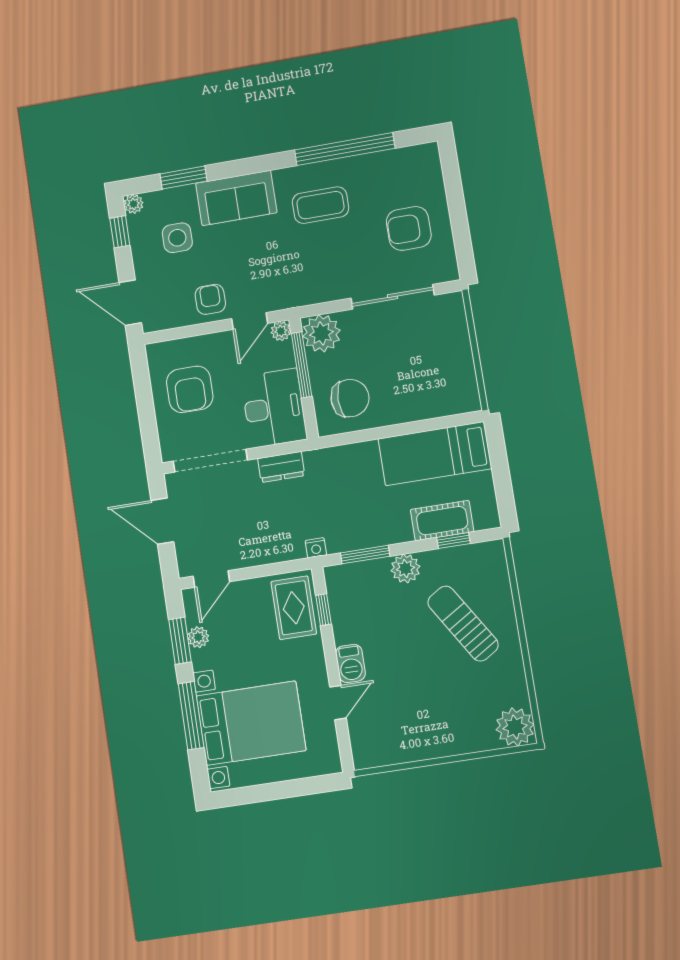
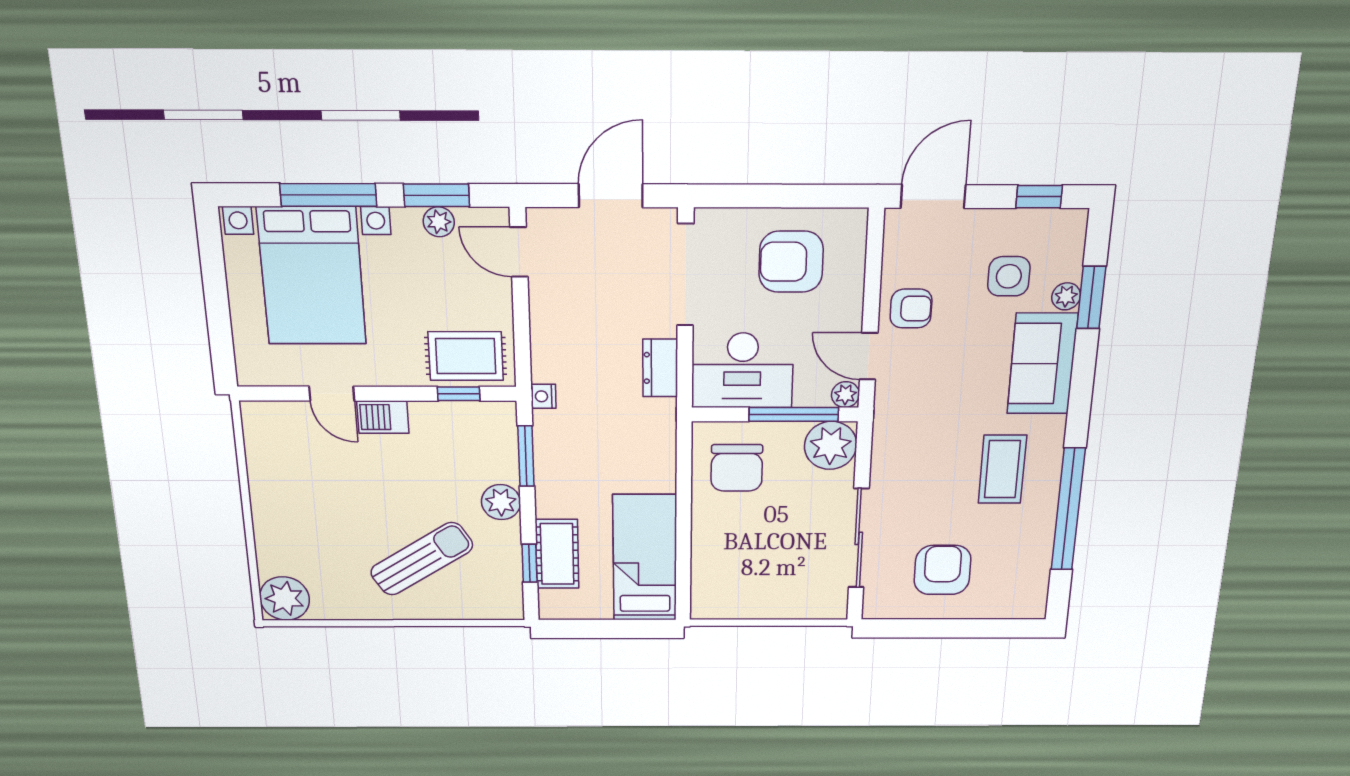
plant: (134, 204) -> (1066, 296), moved

